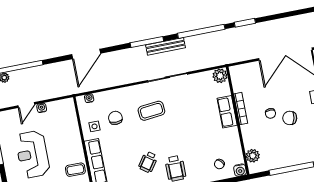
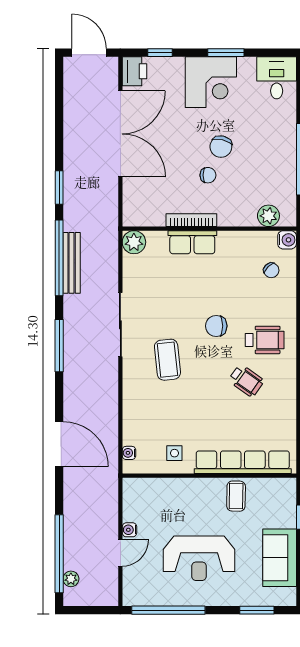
bench: (166, 46) -> (72, 263), moved
door: (26, 105) -> (120, 553), hinge flipped
chair: (115, 118) -> (216, 326), moved

